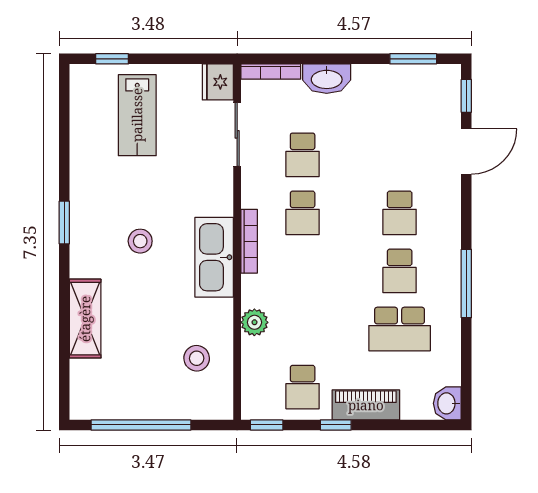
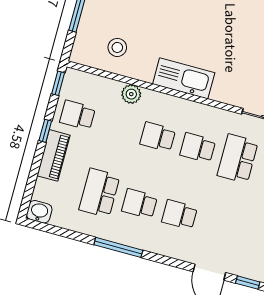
school desk: (303, 155) -> (238, 159), width x1.85
stool: (140, 241) -> (209, 30), removed
bookcase: (249, 241) -> (188, 106), removed
school desk: (303, 271) -> (158, 137), added

